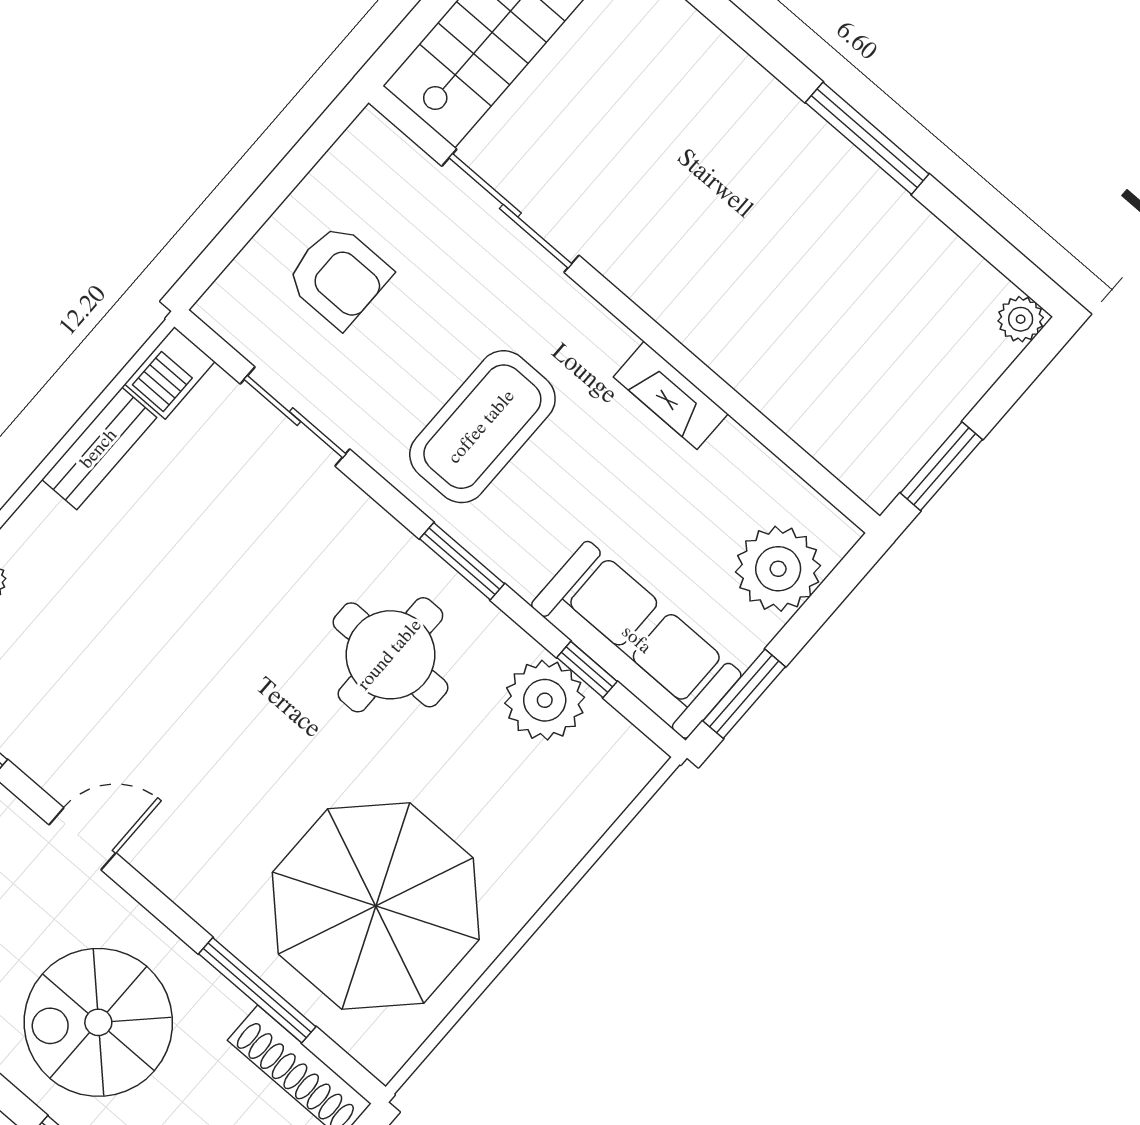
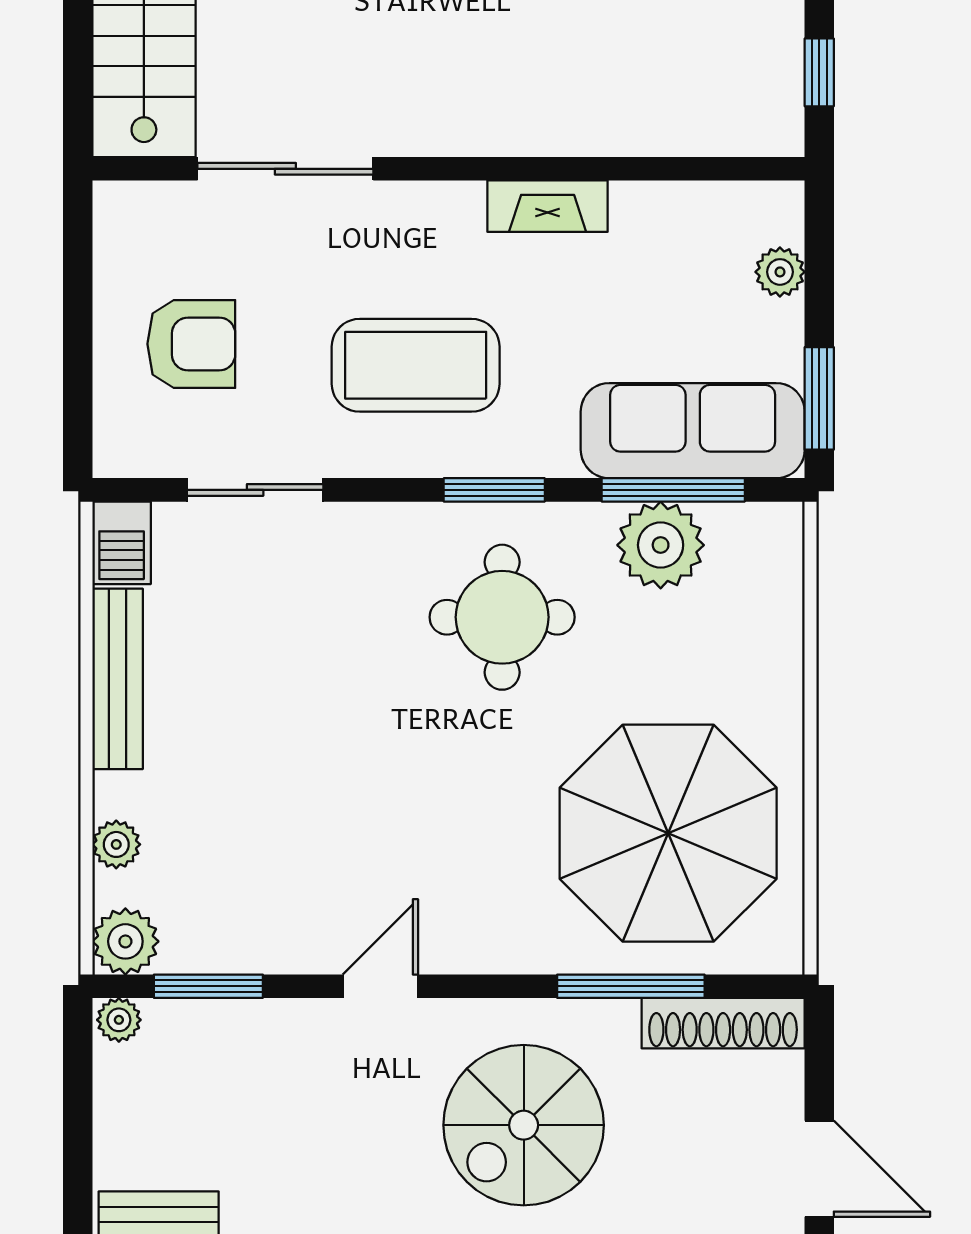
coffee table: (482, 427) -> (416, 365), turned 90
bench: (99, 449) -> (118, 679), width x1.36
window: (941, 466) -> (819, 72), width x0.67
plant: (778, 569) -> (780, 272), width x0.53, depth x0.53
window: (587, 669) -> (673, 490), width x2.17

